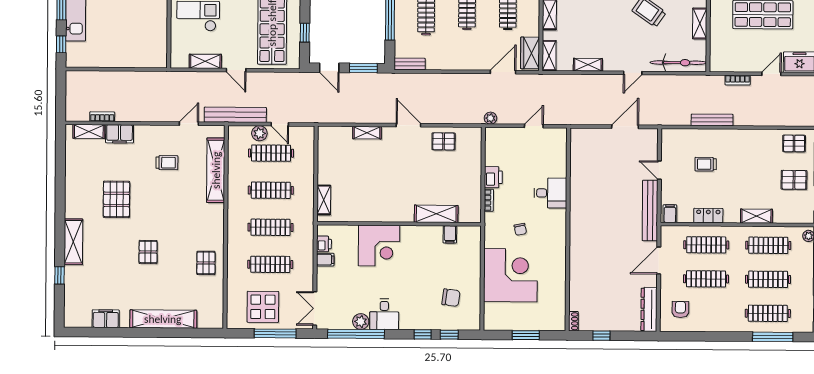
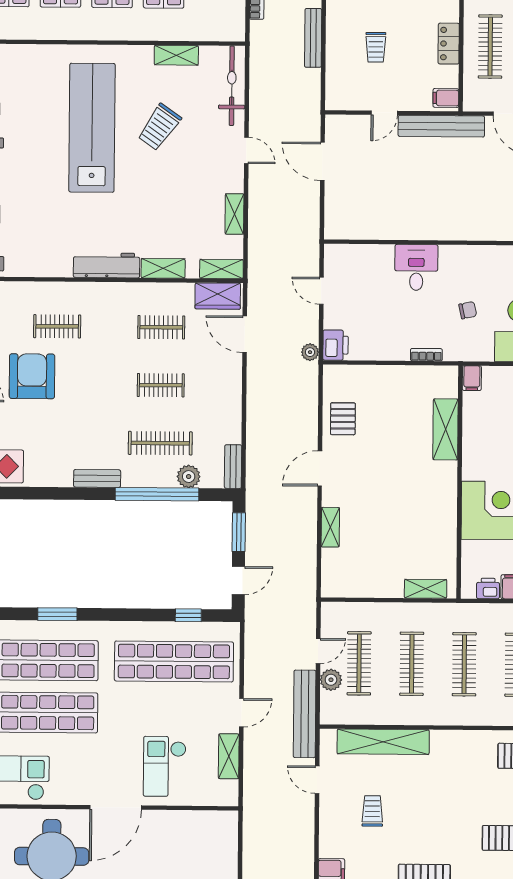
plant: (403, 33) -> (189, 477), added
printer: (493, 177) -> (335, 345), moved, turned 90
filing cabinet: (450, 234) -> (472, 378), moved, turned 90

